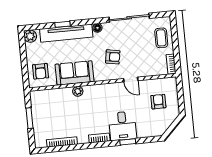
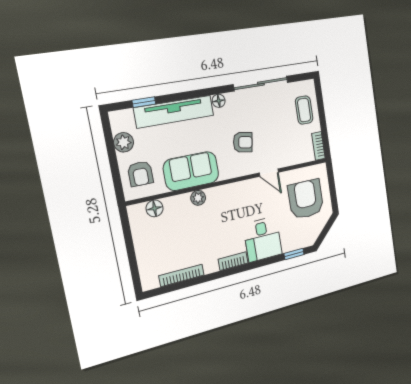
window: (63, 24) -> (144, 102), moved
plant: (30, 36) -> (124, 142), moved
floor lamp: (48, 95) -> (155, 208), added
armchair: (158, 102) -> (306, 199), width x1.88, depth x1.88
window: (30, 118) -> (130, 248), removed
window: (128, 142) -> (294, 254), moved

